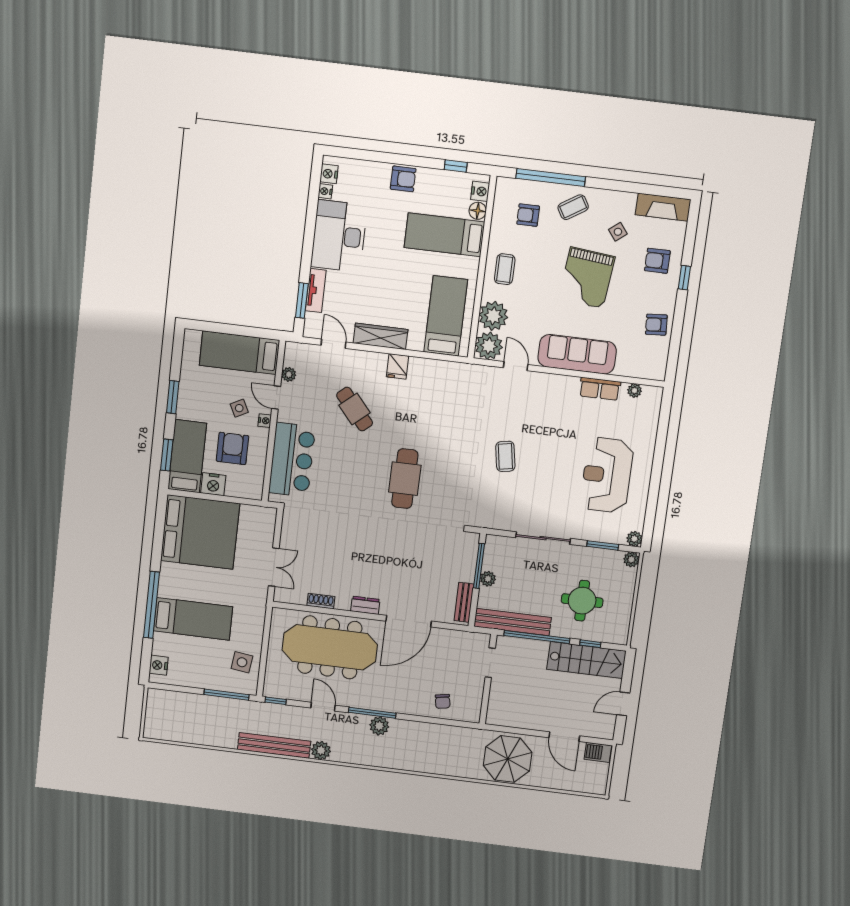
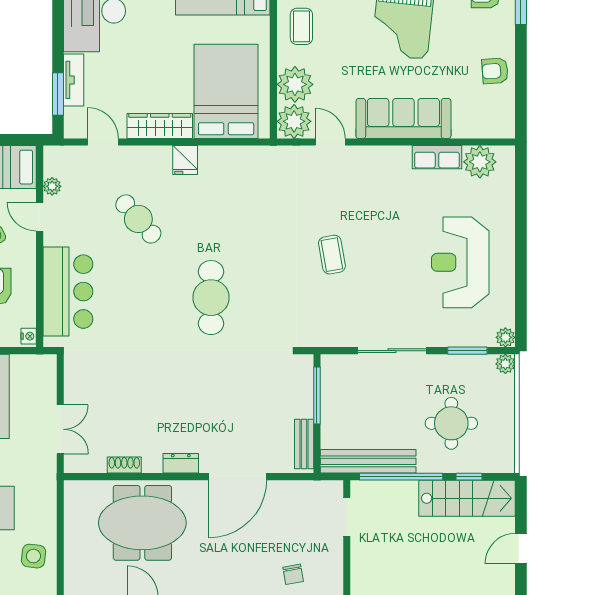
bed: (446, 316) -> (226, 91), width x1.50
plant: (634, 391) -> (480, 162), width x1.88, depth x1.88
nightstand: (265, 421) -> (29, 336), moved
plant: (488, 579) -> (330, 410), removed
meeting table: (330, 647) -> (142, 523), width x0.73

